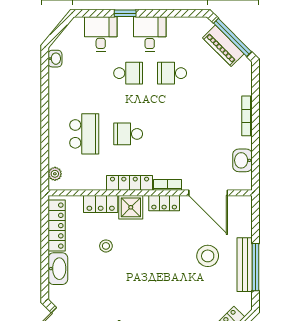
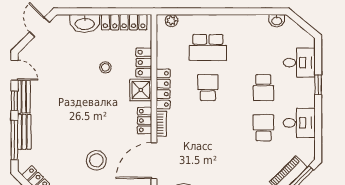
desk: (150, 34) -> (299, 123), moved

